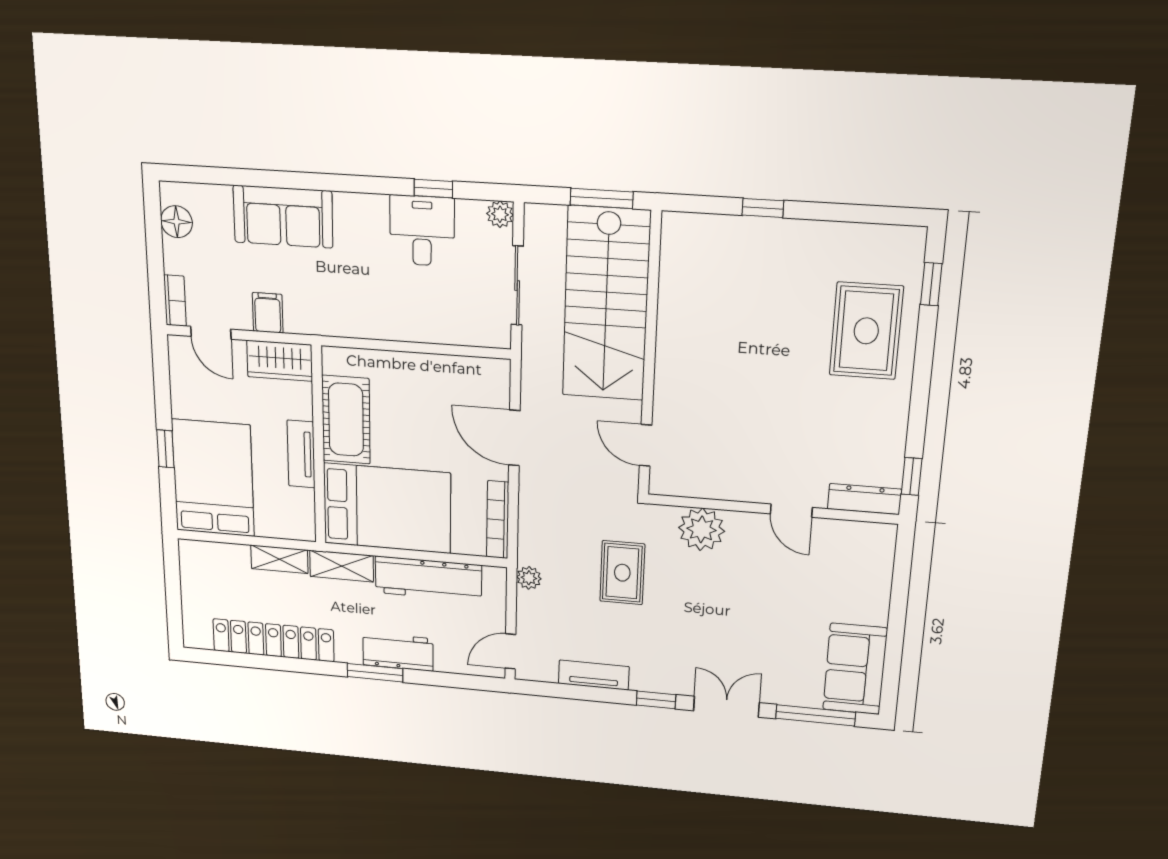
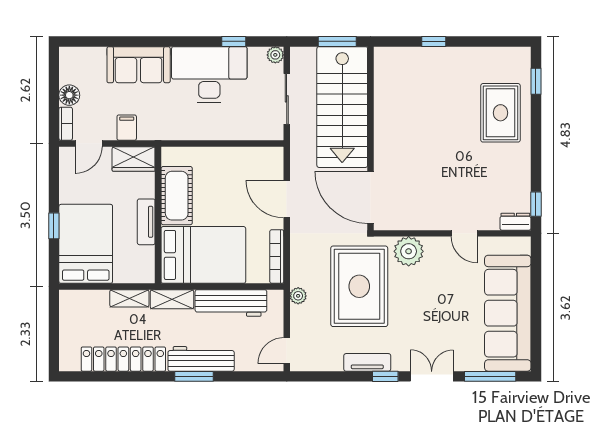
floor lamp: (177, 222) -> (69, 95), moved
desk: (422, 231) -> (209, 75), width x1.87, depth x1.30
door: (211, 333) -> (89, 144), hinge flipped
door: (646, 445) -> (370, 197), width x1.88
dresser: (864, 499) -> (515, 222), width x0.70
rug: (622, 573) -> (359, 286), width x1.86, depth x2.06
workbench: (398, 652) -> (201, 359), width x1.38
sofa: (855, 669) -> (508, 313), width x1.85, depth x1.27
tv unit: (594, 675) -> (367, 362), moved

